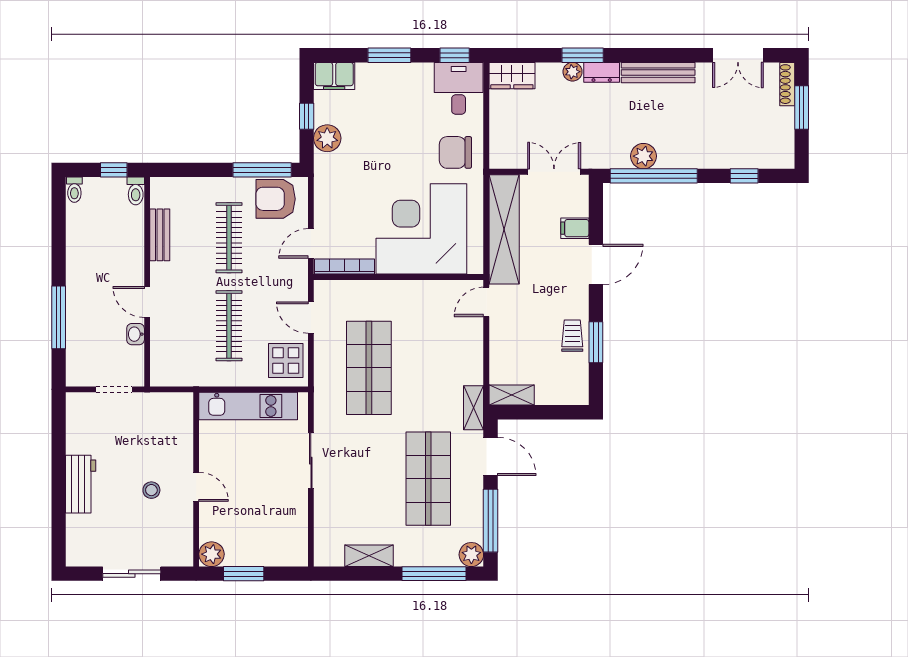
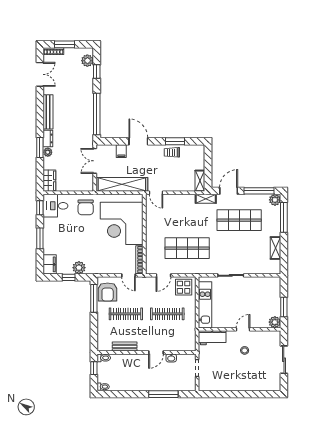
plant: (643, 156) -> (87, 61), moved
workbench: (81, 484) -> (212, 338), moved, turned 180

